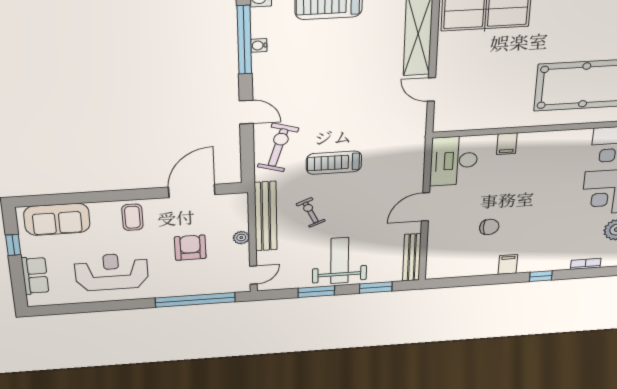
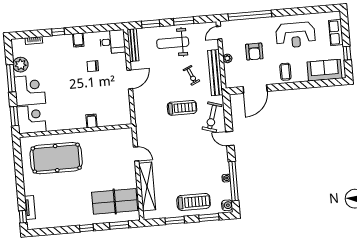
desk: (454, 161) -> (113, 42), moved, width x0.73
weight bench: (340, 261) -> (173, 43), turned 90

